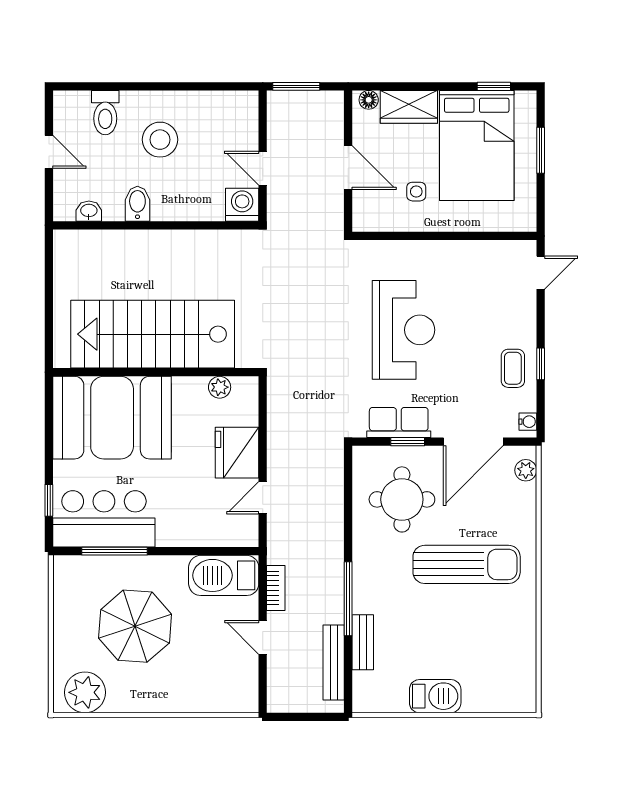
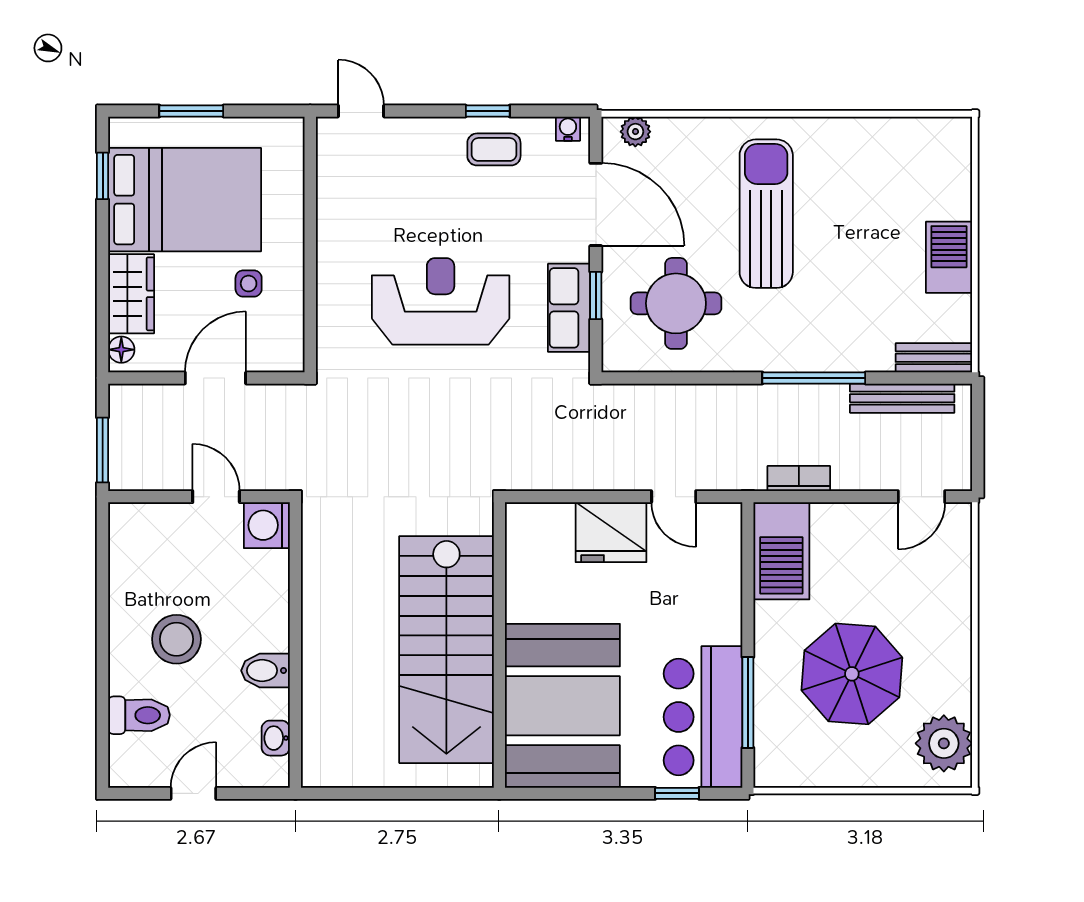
door: (263, 168) -> (216, 497), swing flipped
plant: (220, 387) -> (520, 557), removed
door: (263, 637) -> (922, 497), moved
bench: (363, 642) -> (934, 358), moved

